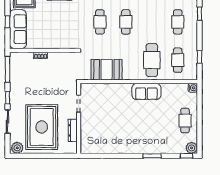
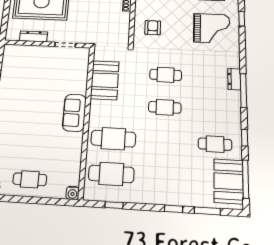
cafe table: (178, 22) -> (163, 177), removed
armchair: (61, 33) -> (153, 28), added
cafe table: (178, 60) -> (111, 174), width x1.37, depth x1.35
sofa: (146, 91) -> (74, 113), moved

